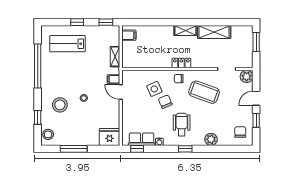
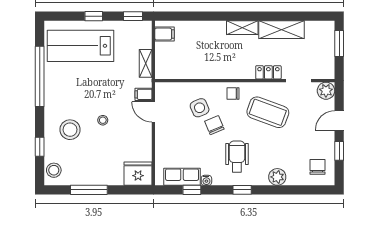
lab bench: (68, 44) -> (81, 46), width x1.36, depth x1.39
locker: (181, 63) -> (268, 72), moved
window: (137, 149) -> (192, 190), moved

